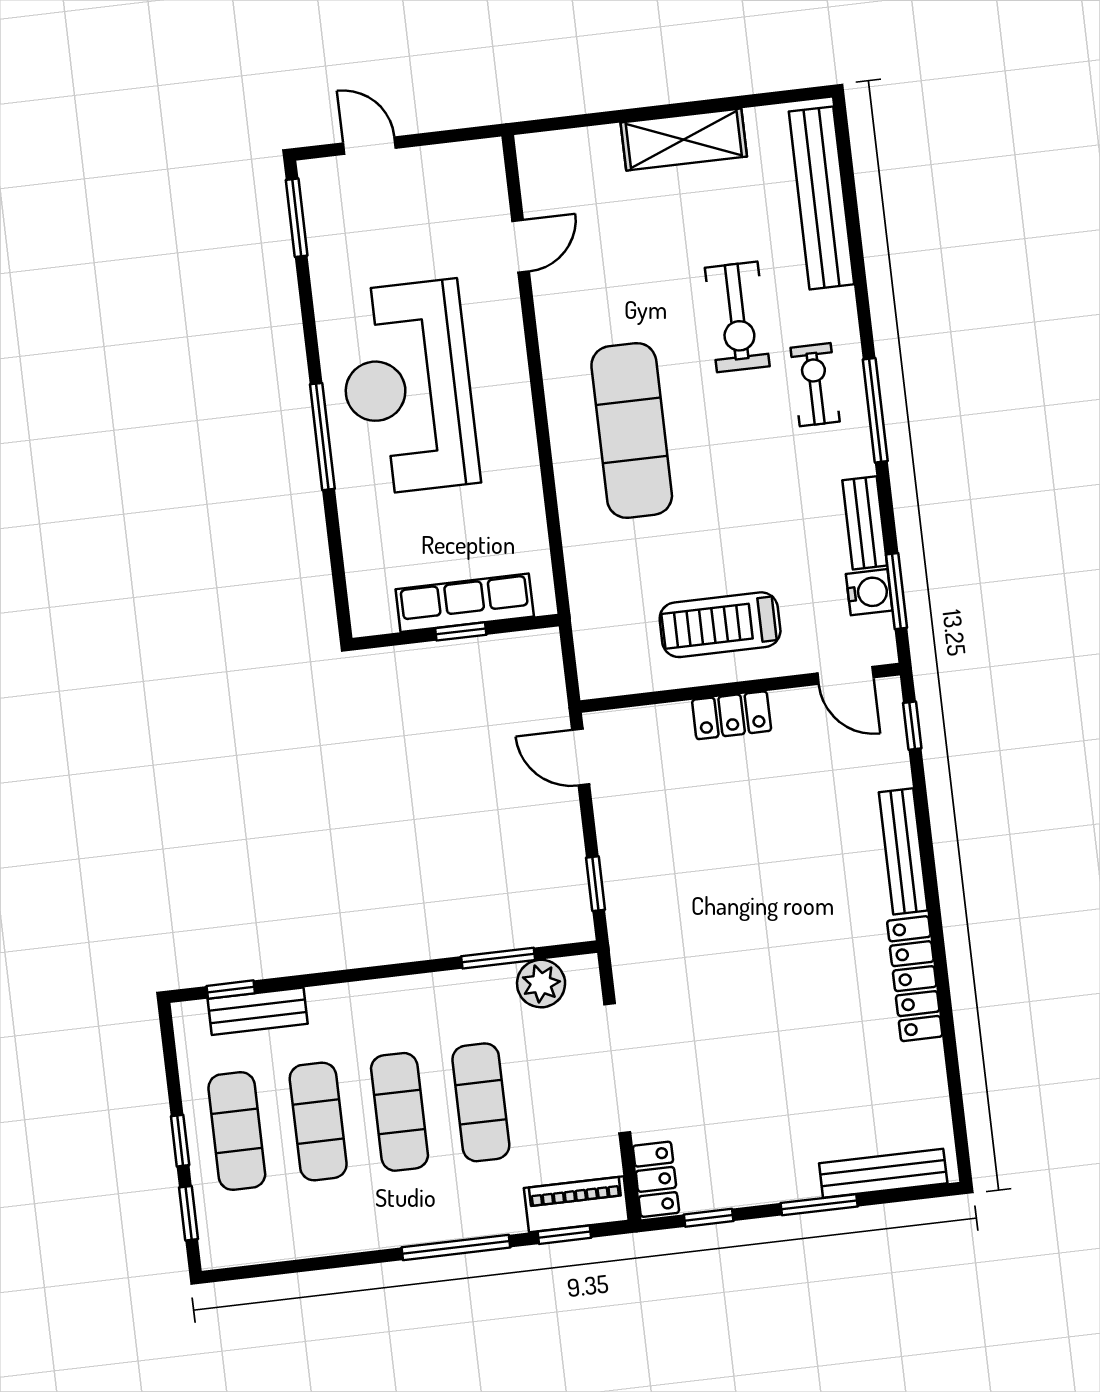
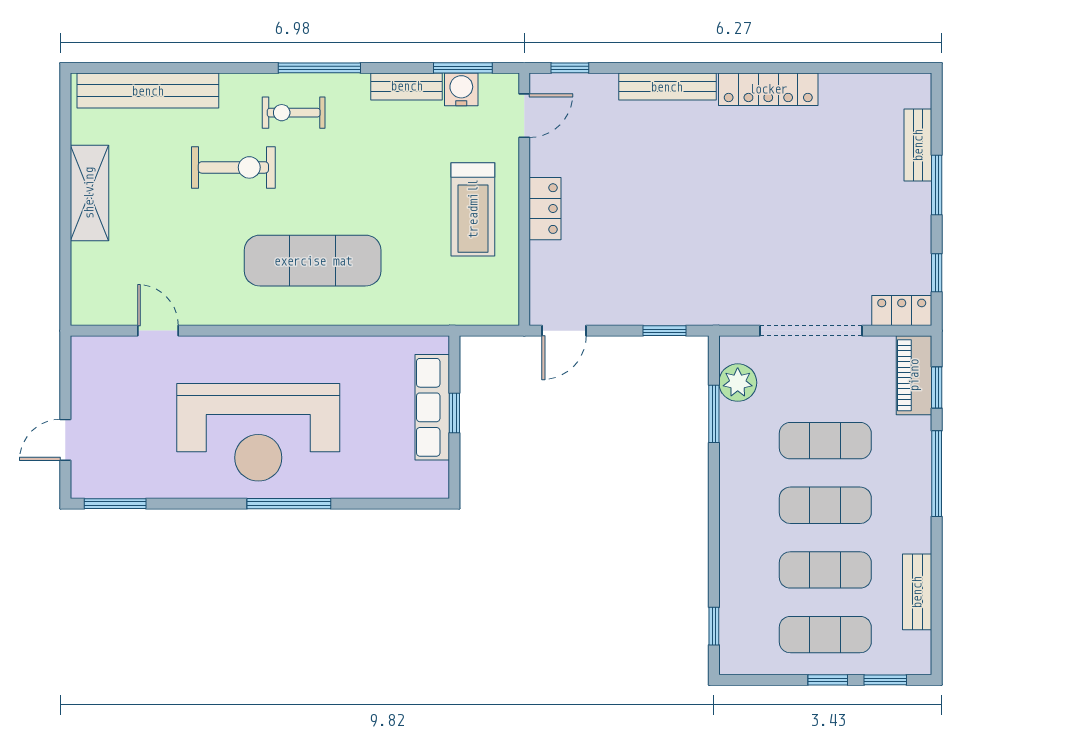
bench: (258, 1011) -> (917, 592), moved
bench: (883, 1173) -> (918, 145), width x0.73

